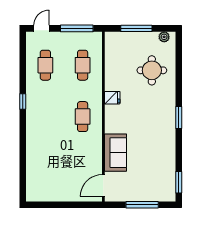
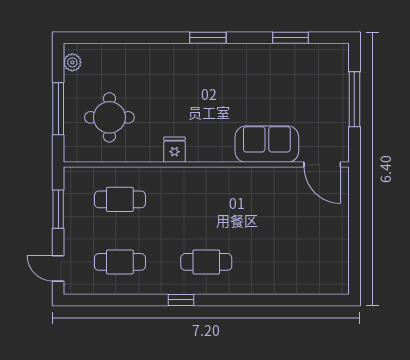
window: (77, 28) -> (58, 209), width x0.69
round table: (152, 70) -> (109, 117), moved
cafe table: (83, 117) -> (206, 262), moved
window: (179, 182) -> (290, 38), moved

